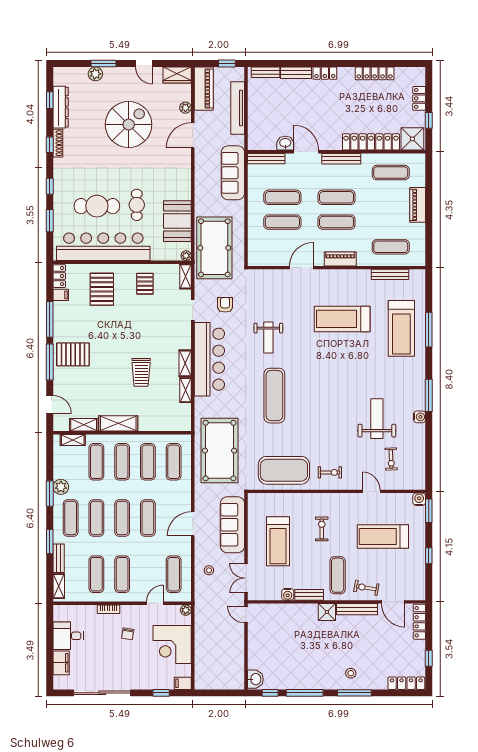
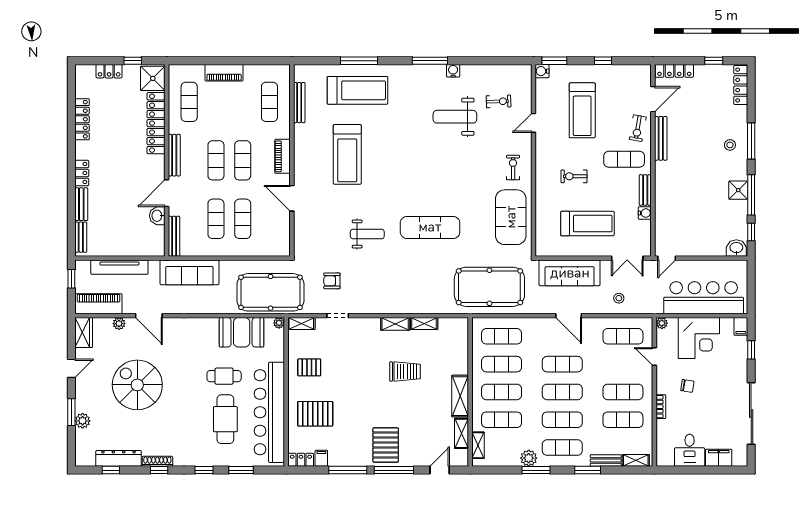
bar counter: (209, 359) -> (704, 298), moved
shower: (327, 612) -> (738, 190), moved

